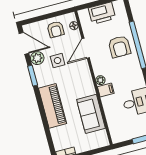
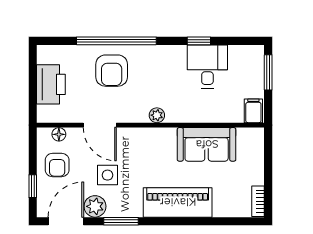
window: (39, 18) -> (33, 186), added
armchair: (56, 29) -> (57, 165), turned 90
armchair: (119, 47) -> (112, 71), turned 90
filing cabinet: (106, 90) -> (253, 111), moved

